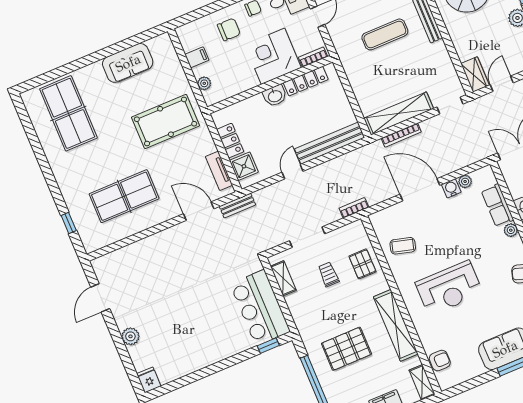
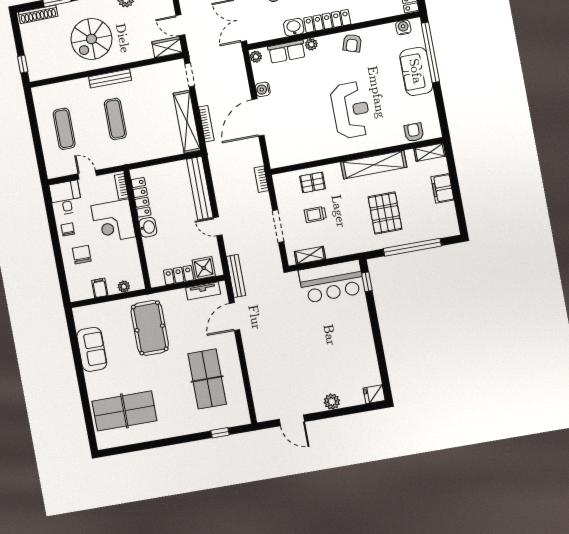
plant: (465, 181) -> (256, 57), moved
bench: (237, 206) -> (236, 276), width x1.36
coffee table: (403, 246) -> (304, 143), removed

